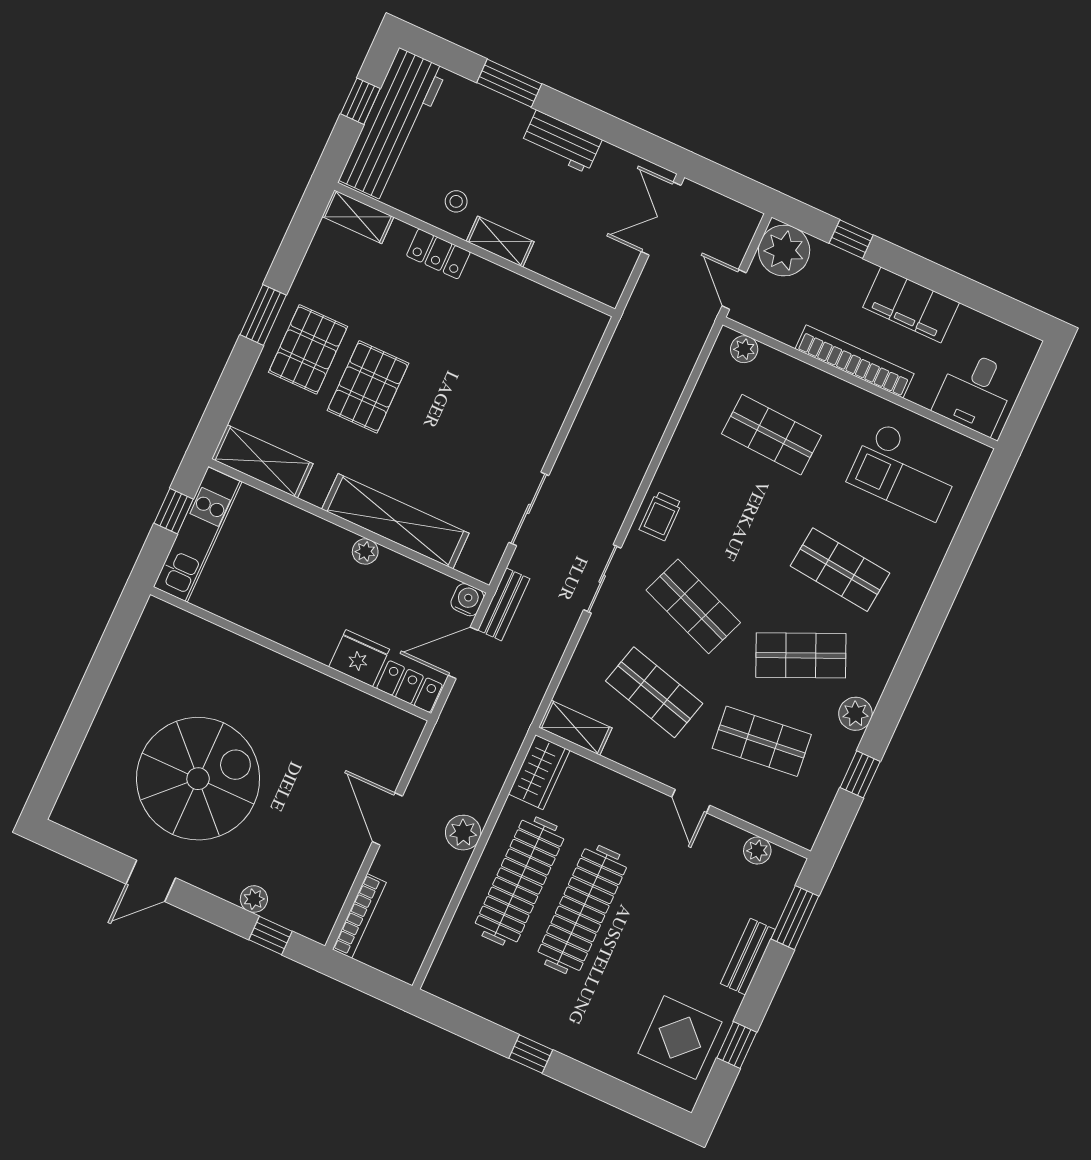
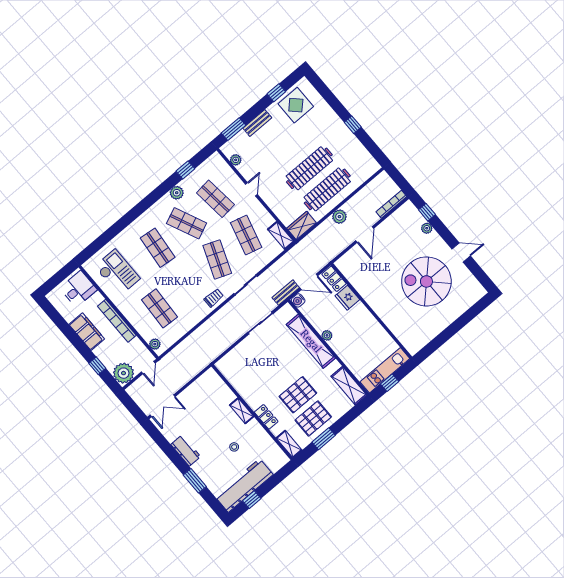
shelving: (358, 217) -> (289, 444), moved
shelving: (500, 241) -> (242, 411), moved
wall: (475, 249) -> (252, 412), moved
locker: (438, 254) -> (266, 417), moved

